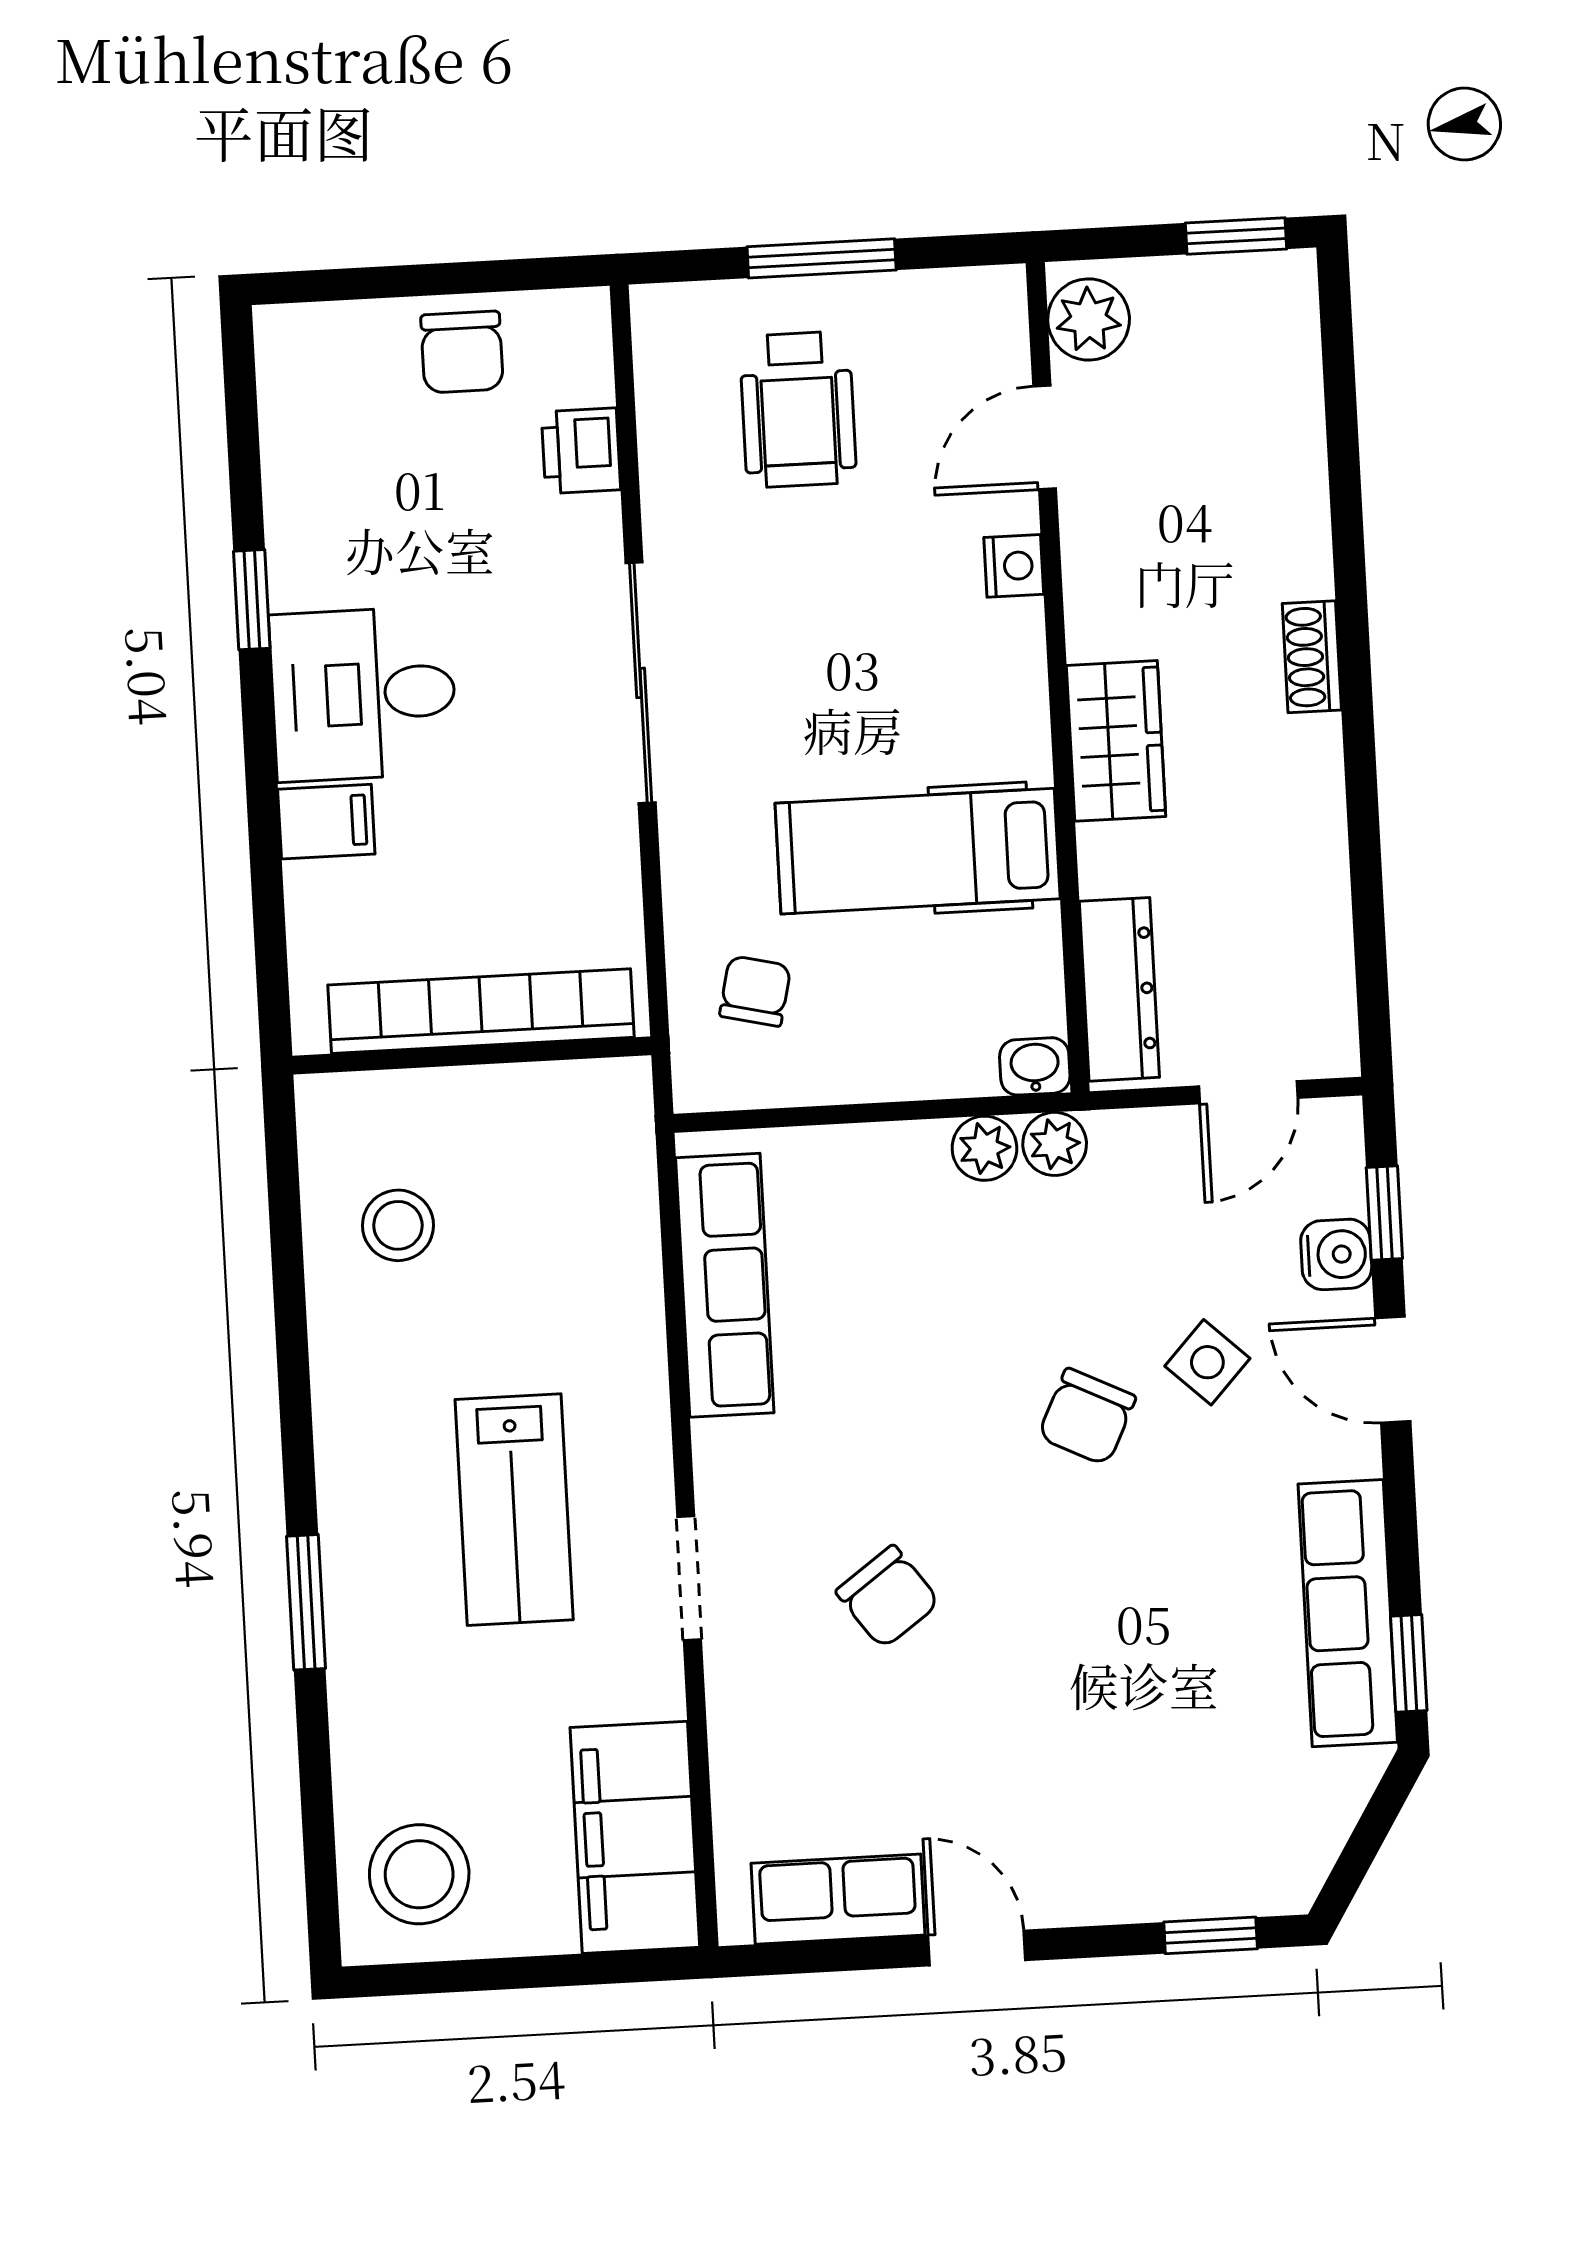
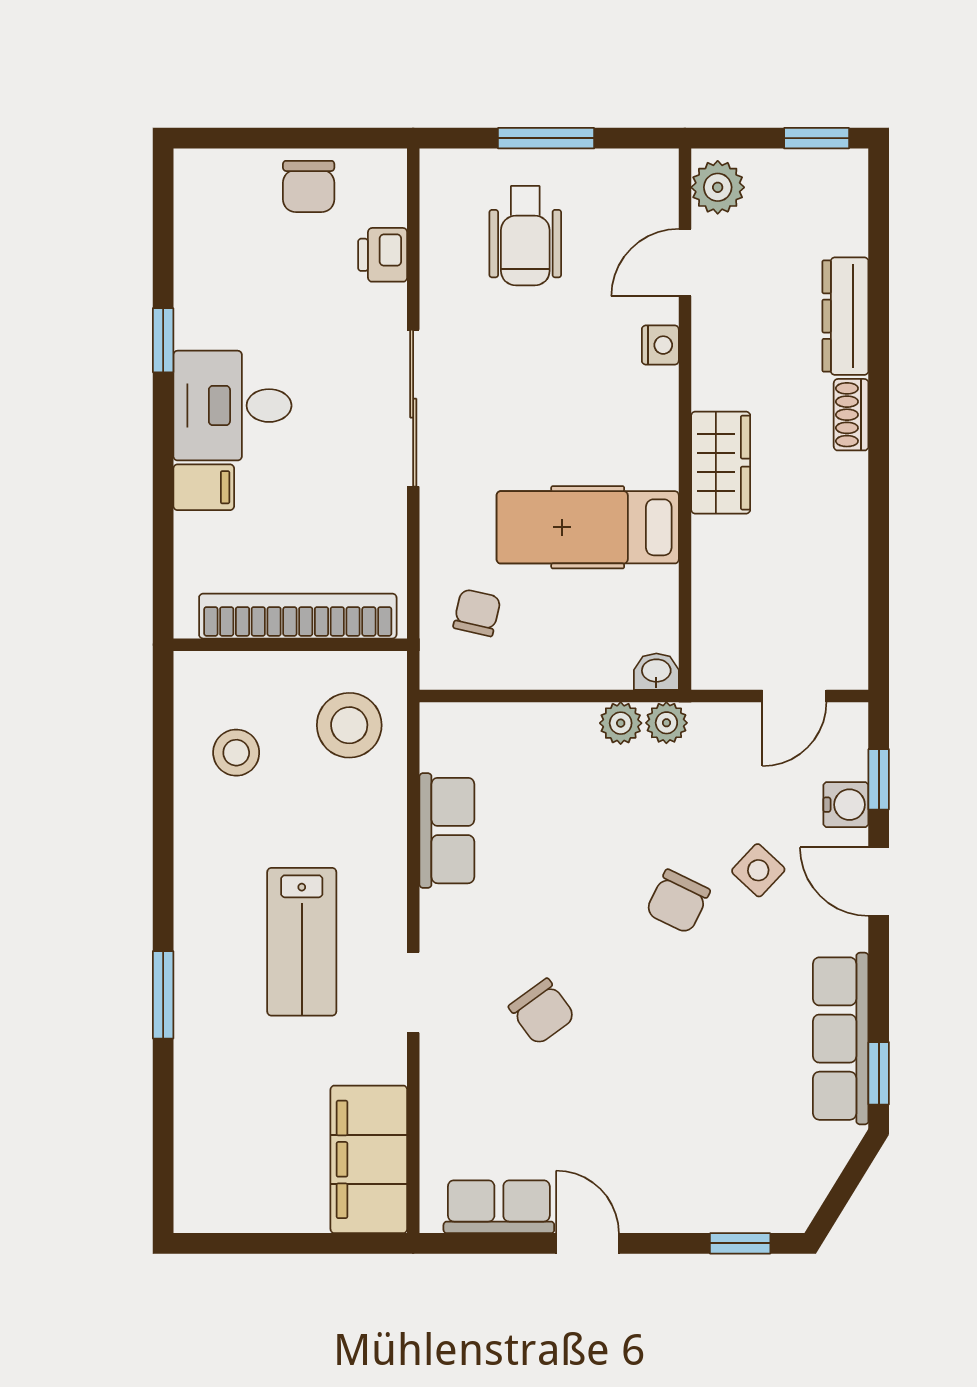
dresser: (1119, 989) -> (845, 316), moved, turned 180
row of seats: (725, 1285) -> (447, 831), width x0.68
stool: (419, 1874) -> (349, 725), moved

